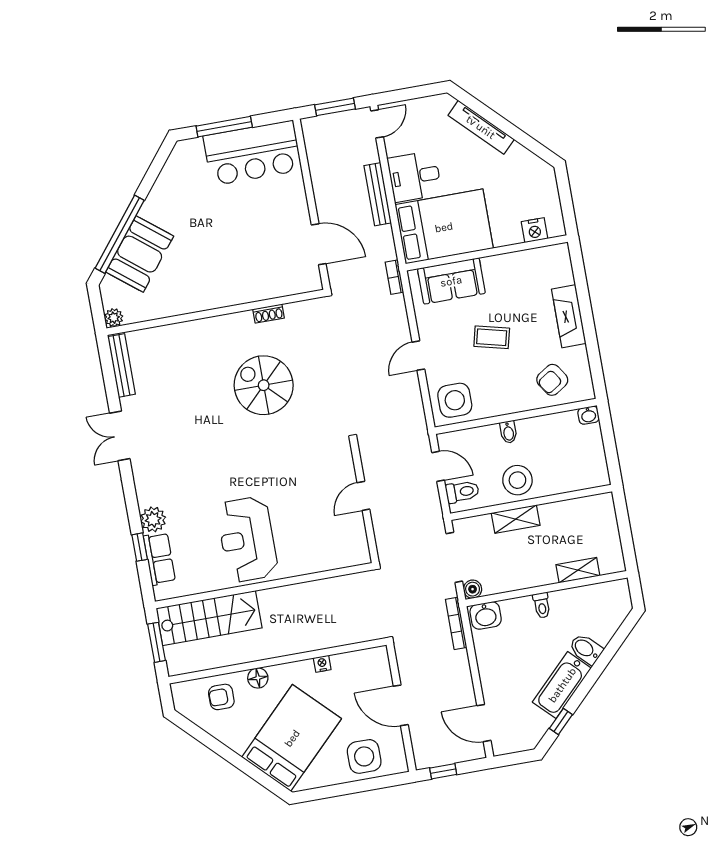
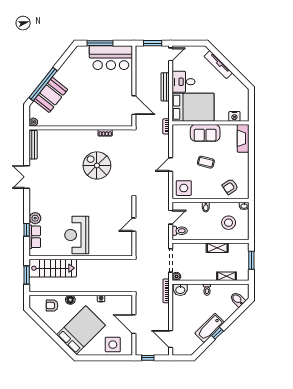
sofa: (451, 281) -> (205, 133), moved
fireplace: (569, 316) -> (243, 138), moved
door: (438, 466) -> (171, 217), hinge flipped
stool: (517, 480) -> (229, 223), moved
shelving: (516, 519) -> (217, 248), moved
window: (624, 527) -> (251, 260), added
bidet: (586, 649) -> (238, 299), moved
window: (561, 722) -> (217, 333), moved

